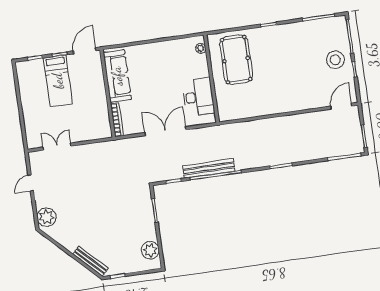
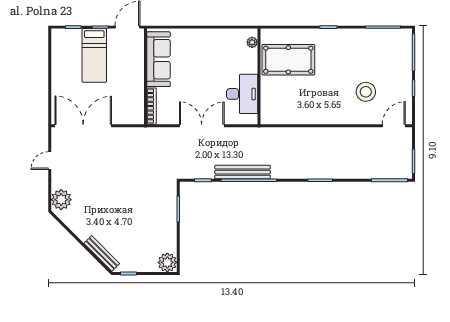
pool table: (236, 60) -> (288, 60), turned 90
stool: (335, 60) -> (366, 92), moved
double door: (57, 147) -> (83, 126), width x1.87
plant: (150, 250) -> (167, 262), moved

